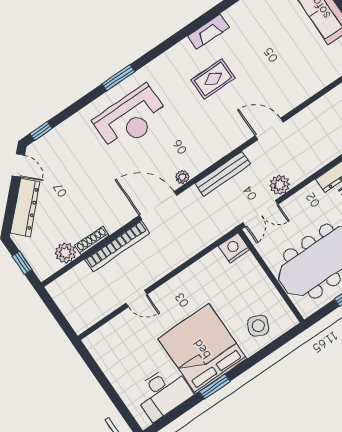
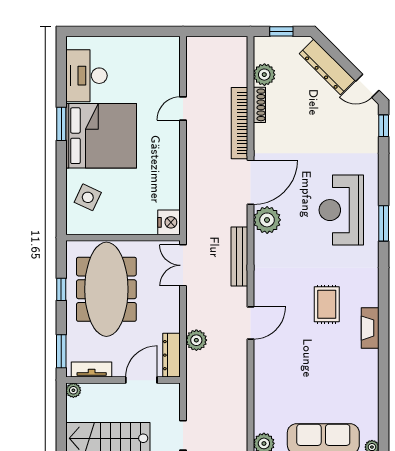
plant: (182, 177) -> (267, 220), width x1.87, depth x1.87
plant: (280, 185) -> (196, 340), moved

